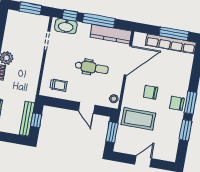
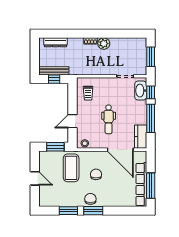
kitchen counter: (111, 34) -> (141, 137), width x0.67

